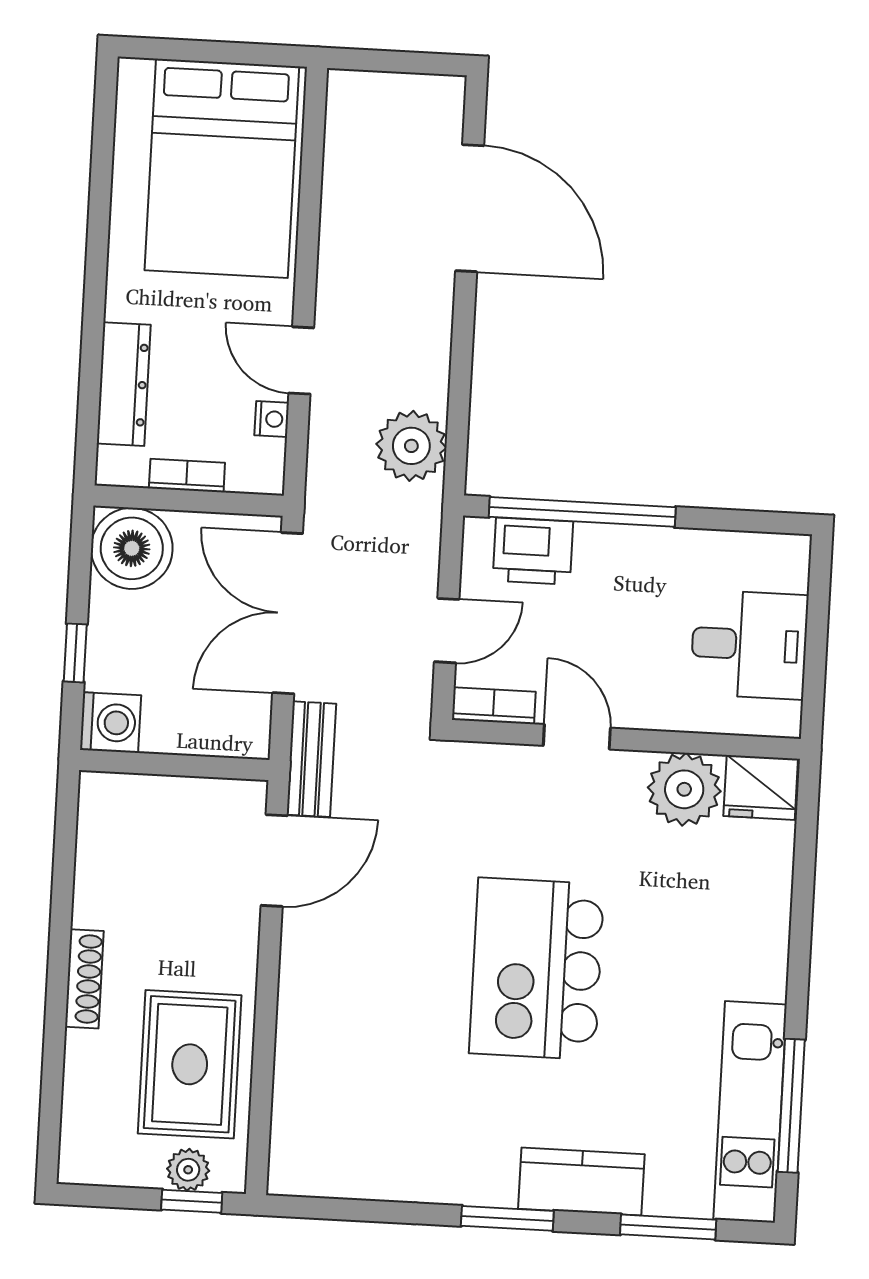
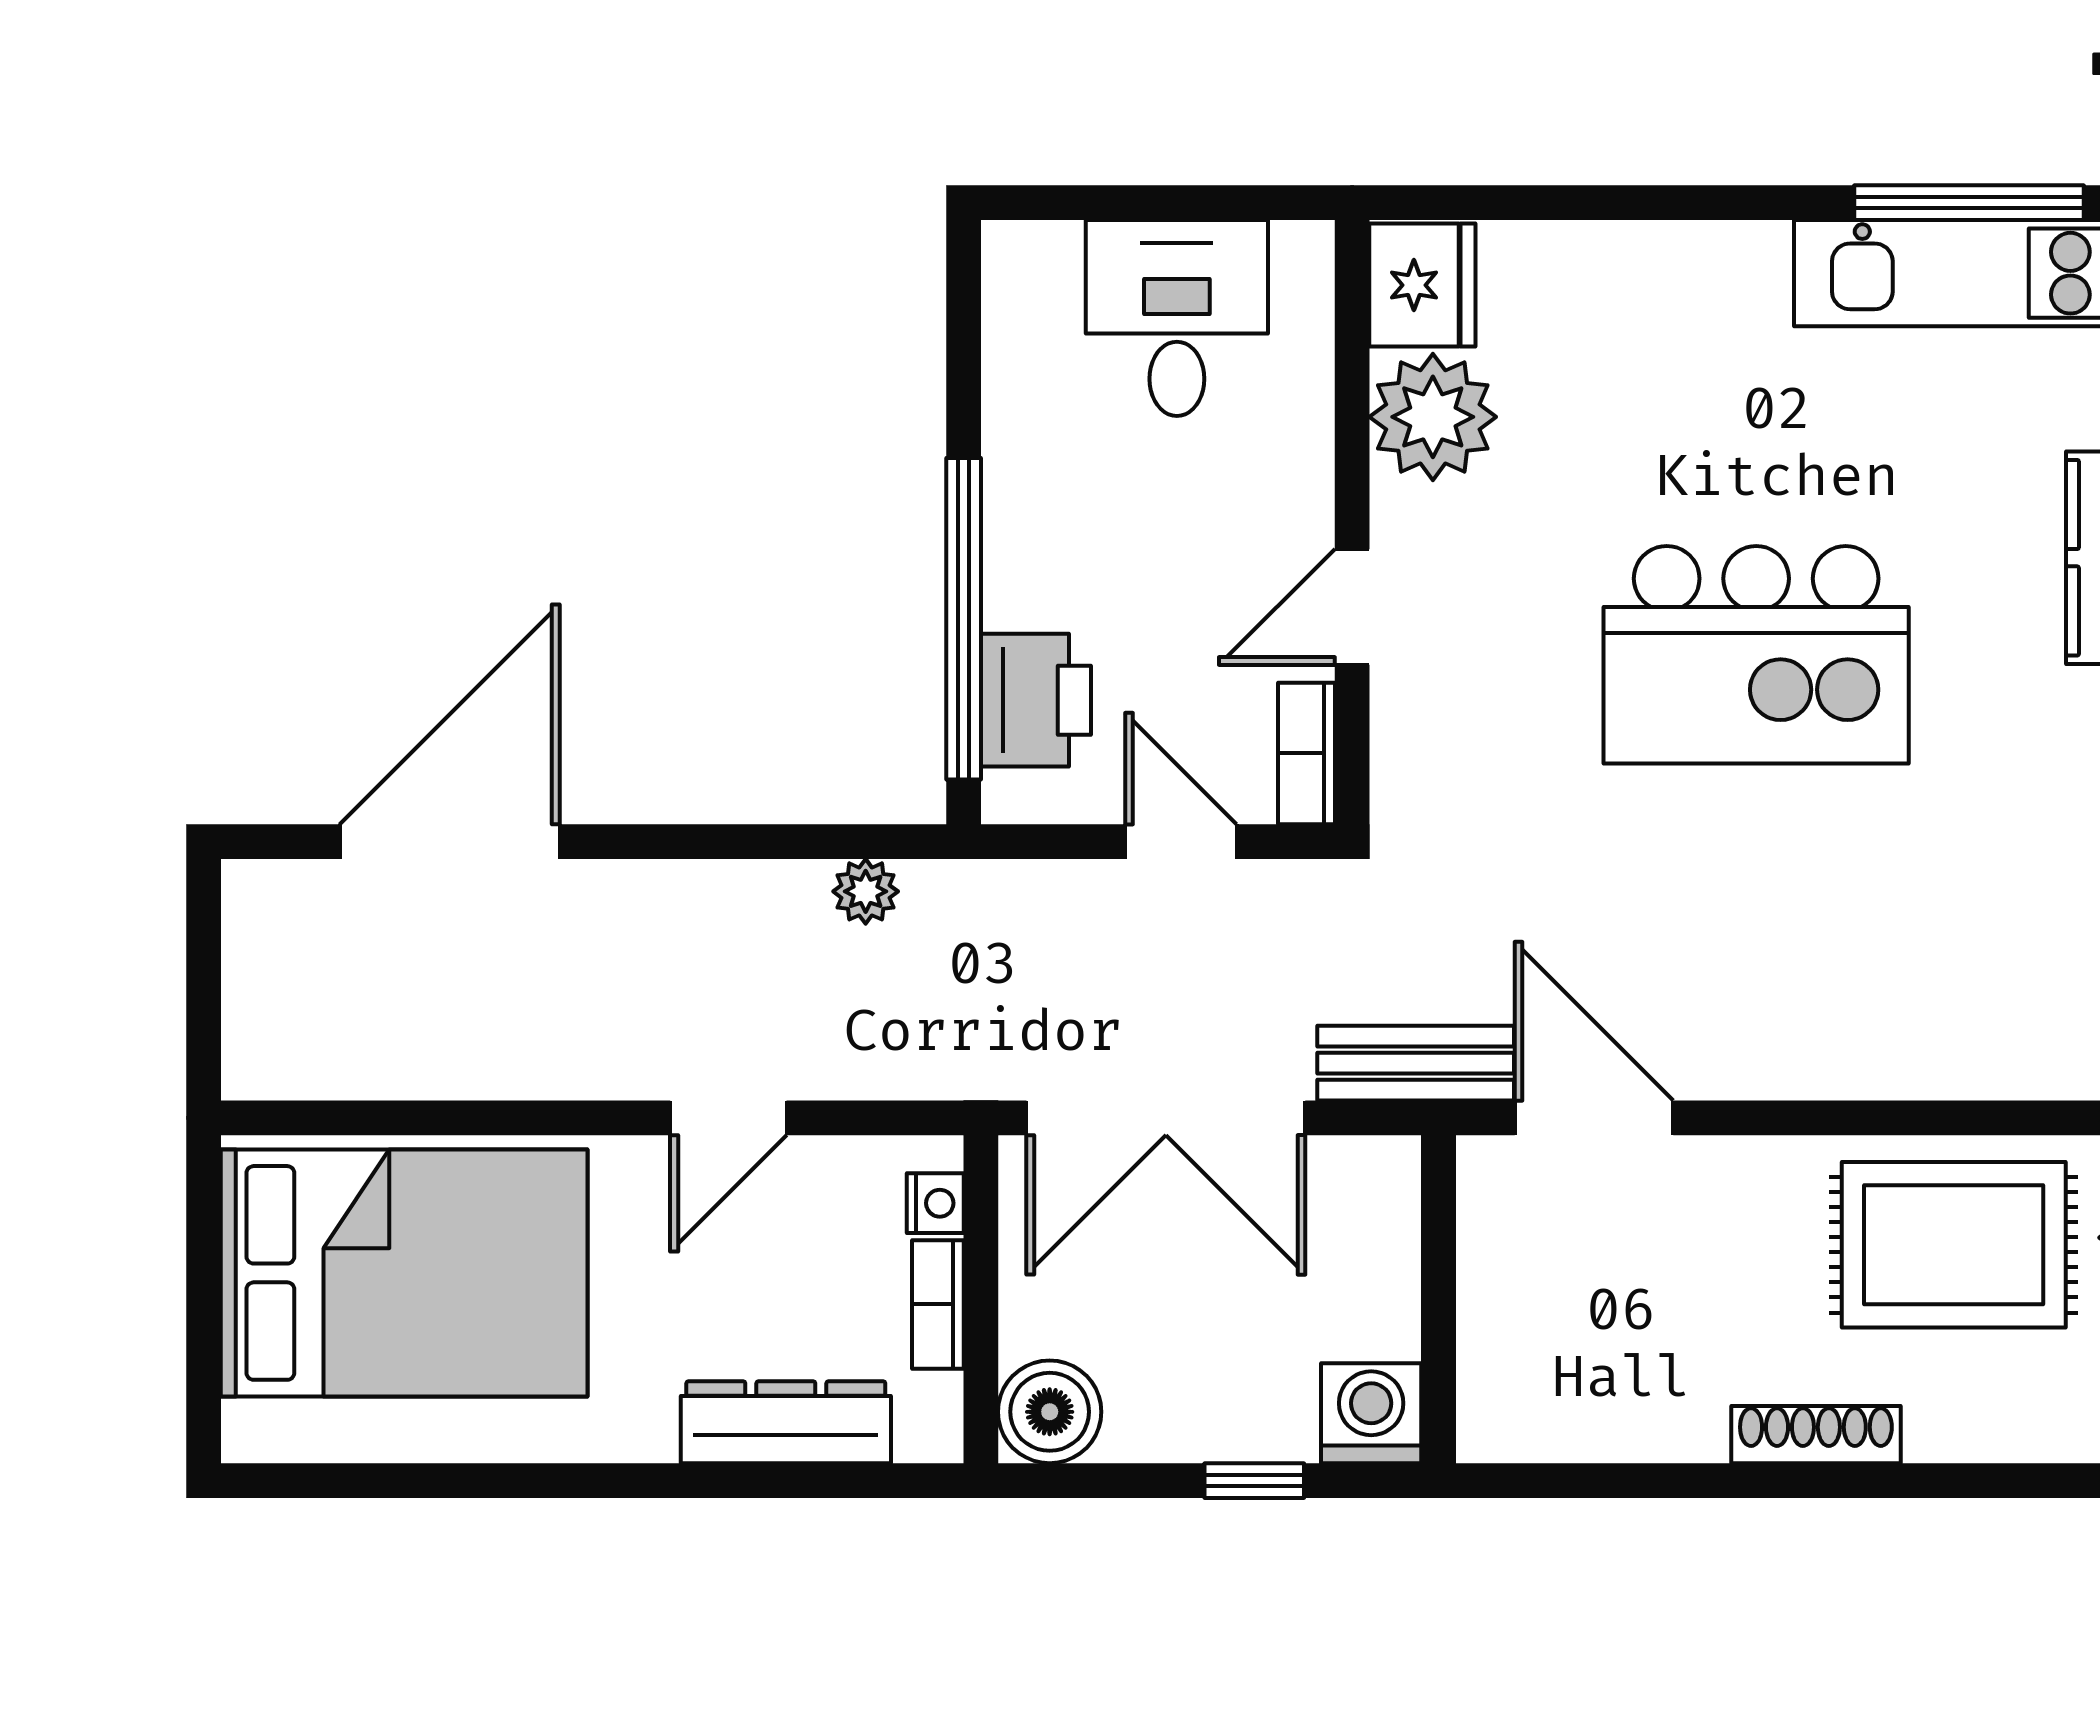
nightstand: (272, 419) -> (935, 1203), moved, turned 90
plant: (411, 446) -> (866, 891), width x0.53, depth x0.53
boiler: (132, 548) -> (1050, 1412), width x0.73, depth x0.73

